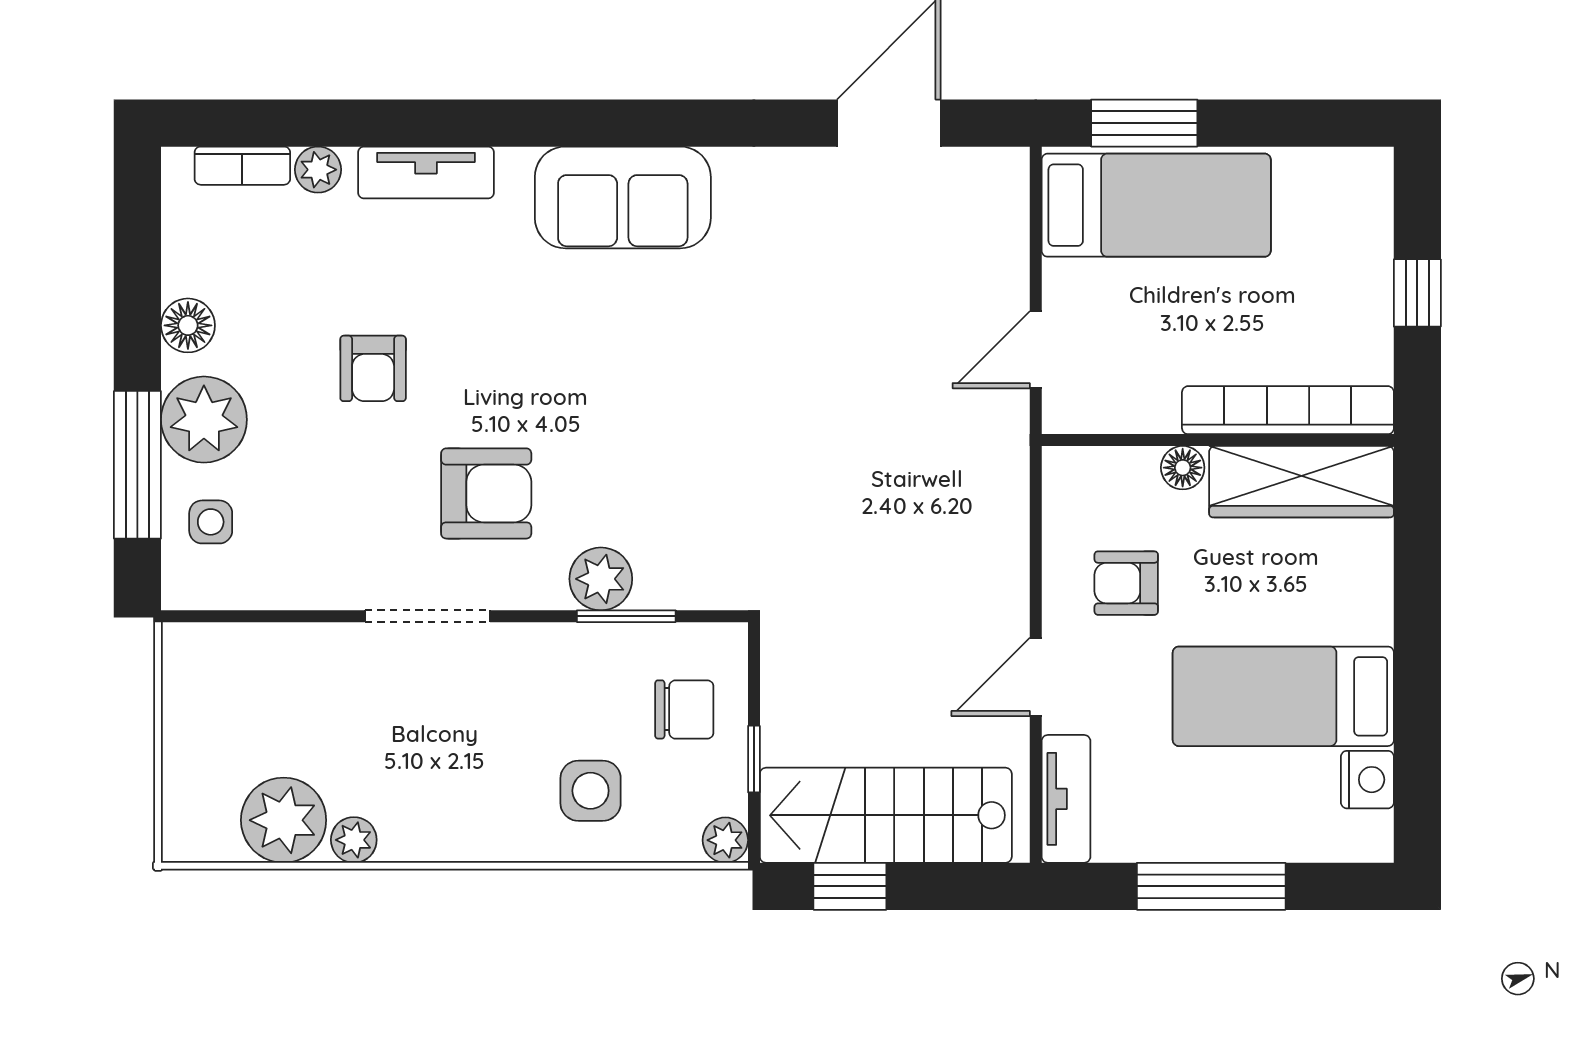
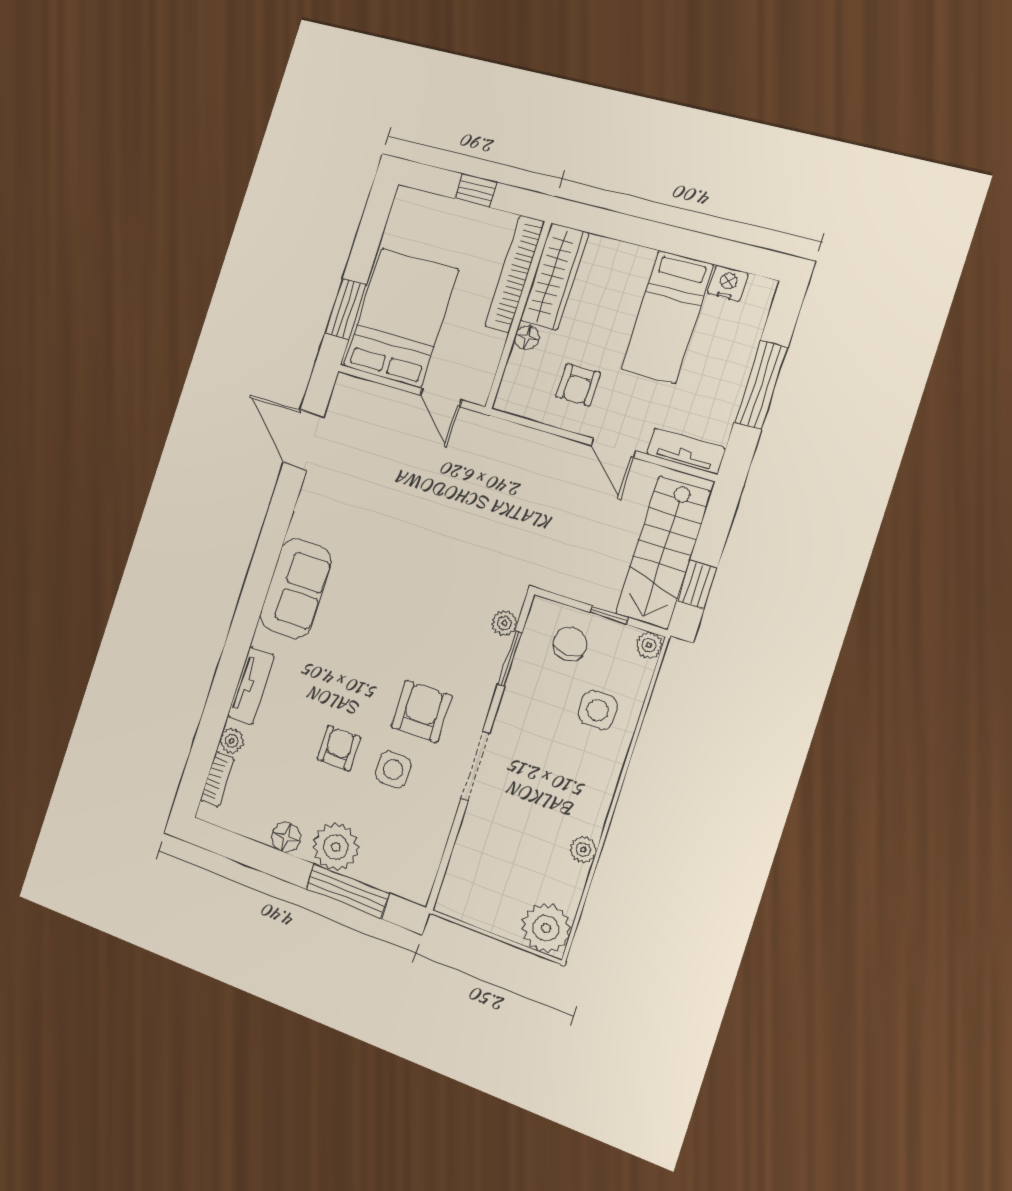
bed: (1156, 205) -> (401, 318), width x1.50
armchair: (373, 368) -> (339, 748), turned -90
side table: (211, 522) -> (393, 769), moved, width x1.37, depth x1.37
plant: (601, 579) -> (504, 623), moved, width x0.73, depth x0.73
plant: (284, 820) -> (546, 928), moved

